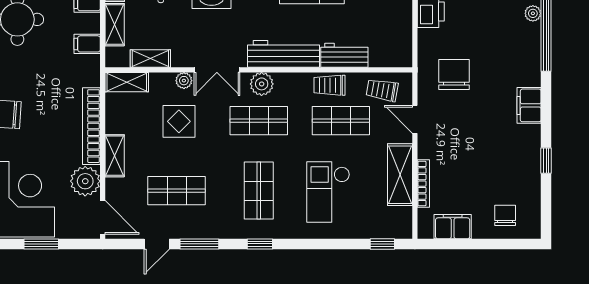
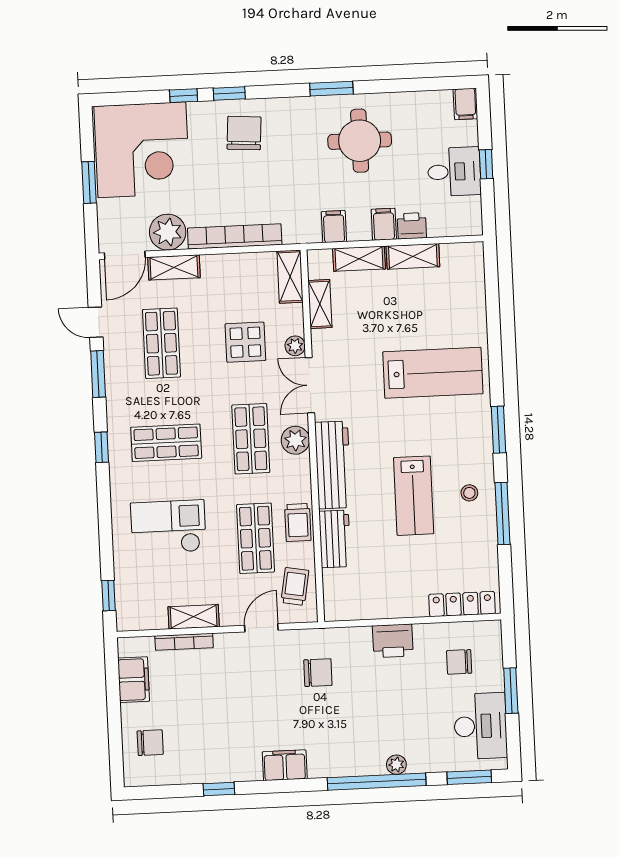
chair: (454, 74) -> (318, 673), width x0.73, depth x0.73
trolley: (329, 85) -> (298, 522), turned 180
shelving: (115, 156) -> (174, 267), moved
shelving: (400, 175) -> (194, 617), width x0.67, depth x0.75

